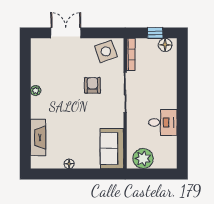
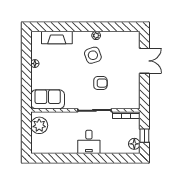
side table: (106, 51) -> (93, 55), moved
desk: (163, 122) -> (89, 142), moved

